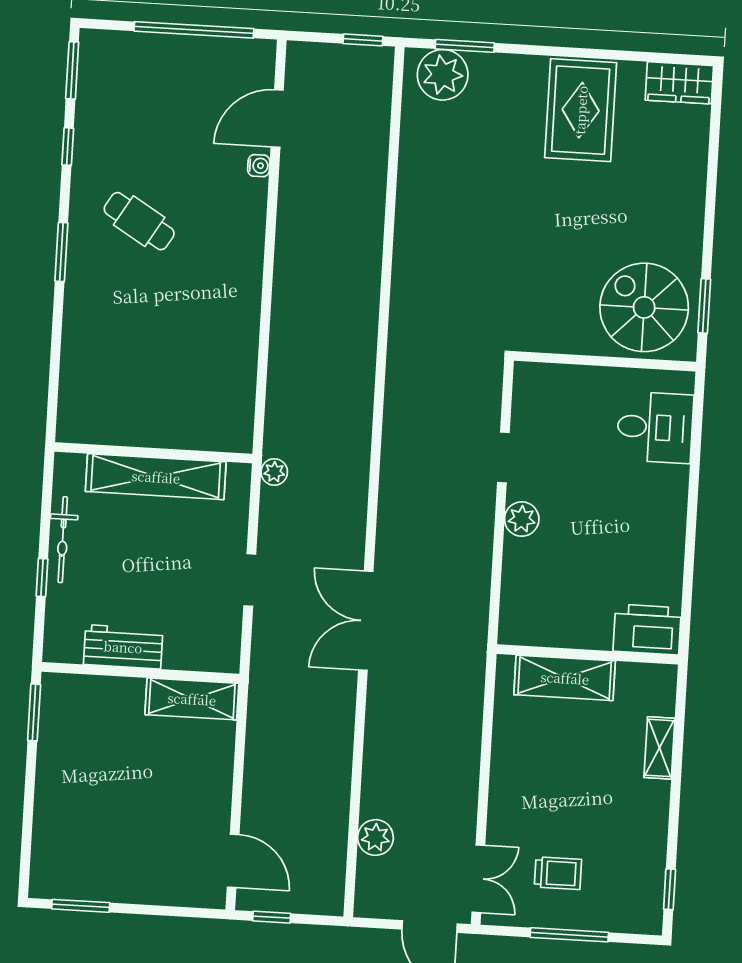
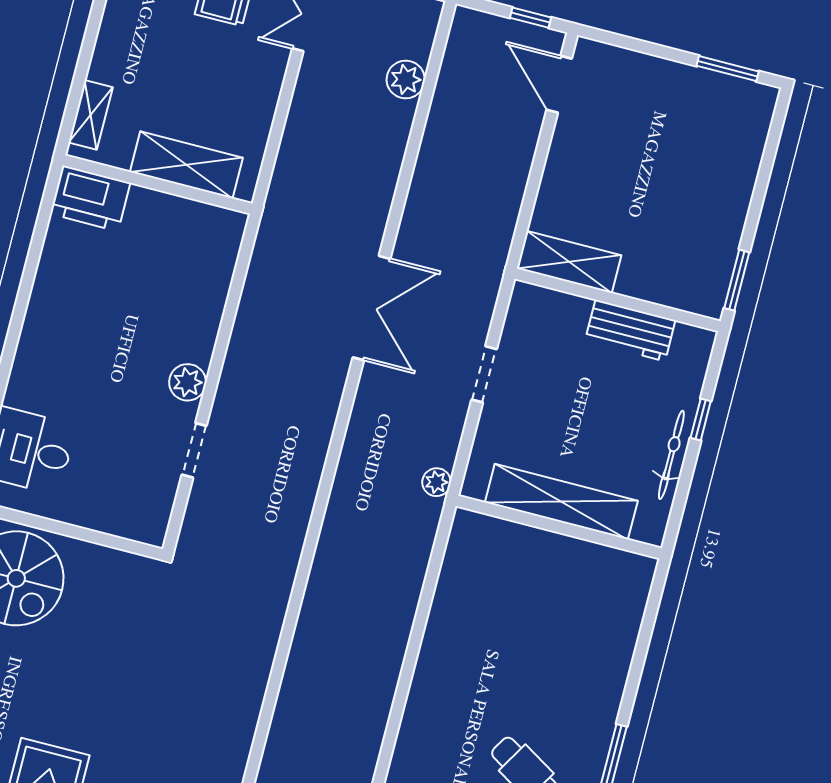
printer: (647, 630) -> (90, 198), moved
wall: (588, 654) -> (158, 184), moved
shelving: (565, 678) -> (186, 165), moved

